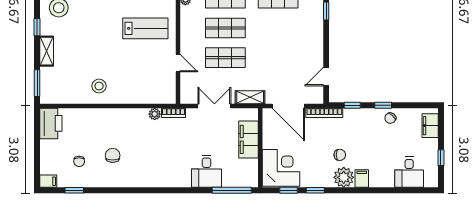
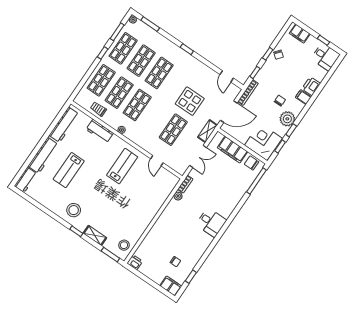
shop shelf: (225, 28) -> (155, 117), removed
display table: (270, 54) -> (190, 101), added
door: (178, 63) -> (157, 161), swing flipped
stool: (99, 86) -> (124, 245), moved
double door: (214, 106) -> (198, 156), swing flipped
printer: (51, 123) -> (135, 262), width x0.53, depth x0.68
chair: (113, 155) -> (252, 163), moved
desk: (206, 171) -> (211, 222), moved
desk: (409, 172) -> (325, 57), moved
plant: (344, 177) -> (287, 119), moved
printer: (380, 179) -> (311, 86), added
filing cabinet: (48, 181) -> (171, 286), width x2.00

